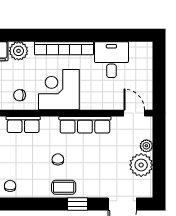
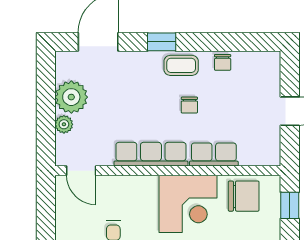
chair: (20, 95) -> (244, 196), width x1.87, depth x1.87
row of seats: (23, 125) -> (214, 154), moved
chair: (10, 186) -> (223, 62), moved

